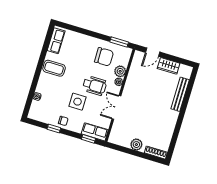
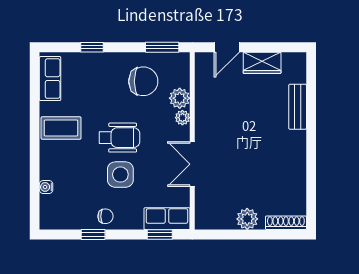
window: (83, 31) -> (92, 47), added
wheelchair: (95, 86) -> (119, 138), moved
bench: (180, 94) -> (298, 107), width x0.73

